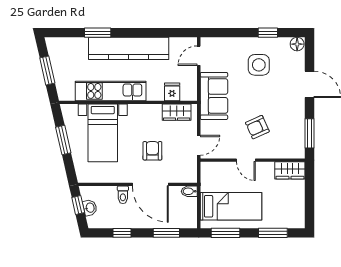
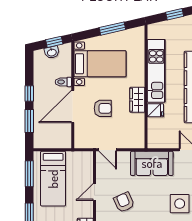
window: (47, 71) -> (175, 14), width x0.67
fridge: (172, 92) -> (155, 110), moved
wardrobe: (177, 112) -> (137, 100), moved
bed with nightstands: (103, 133) -> (100, 64), moved, turned 180
bidet: (189, 191) -> (66, 141), removed
window: (122, 233) -> (29, 93), moved

